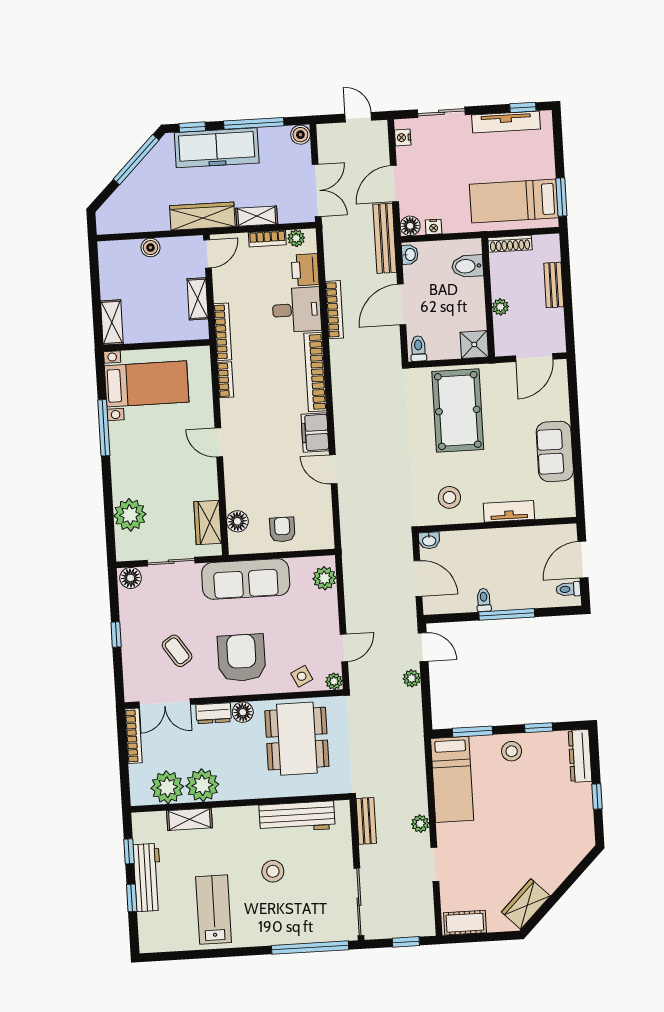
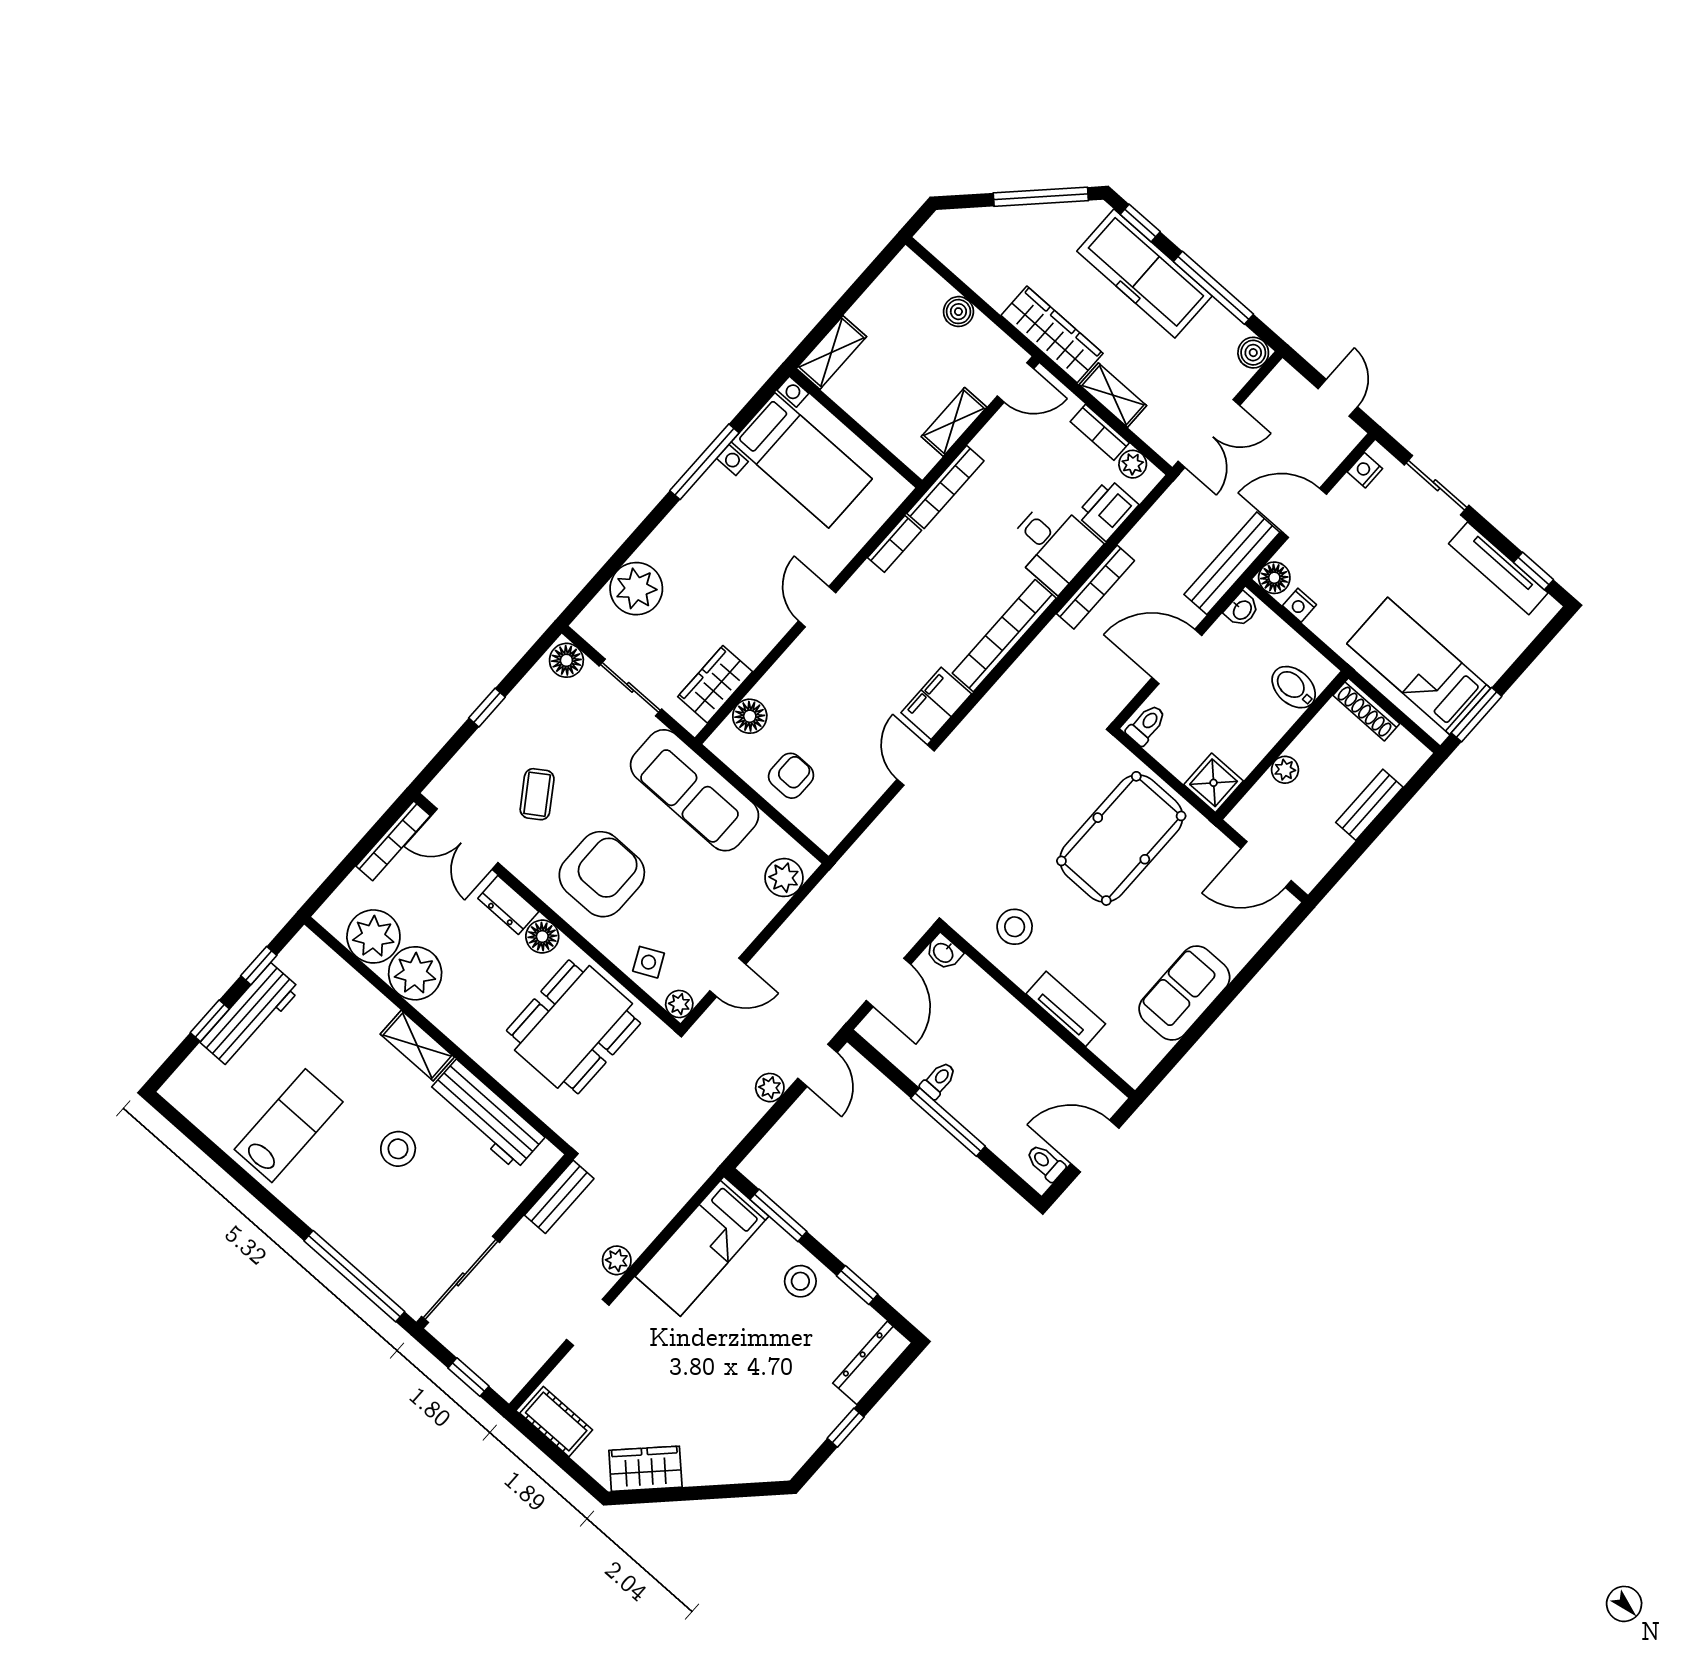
shelving: (189, 819) -> (417, 1046), moved

